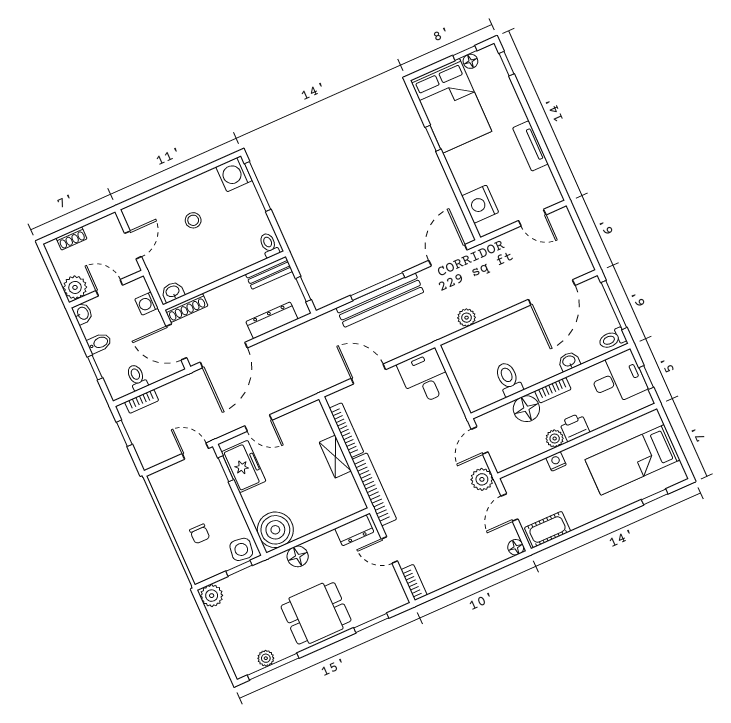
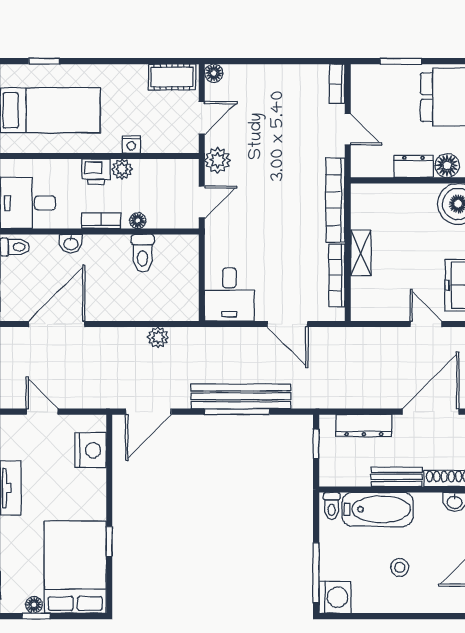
bathtub: (231, 259) -> (378, 509), added
bench: (269, 273) -> (397, 477), moved
floor lamp: (526, 409) -> (138, 221), width x0.53, depth x0.53
dresser: (354, 530) -> (413, 166), moved

